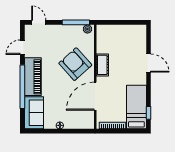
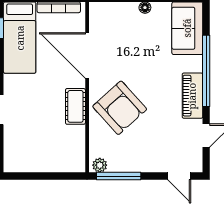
piano: (33, 77) -> (192, 96), width x0.73, depth x0.75
door: (95, 96) -> (87, 55), swing flipped

